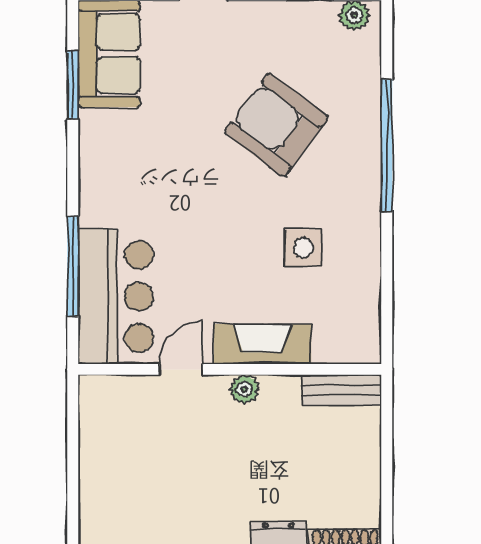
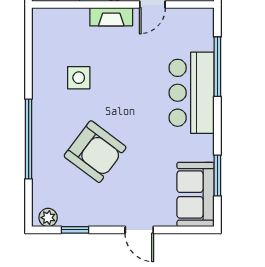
bar counter: (116, 297) -> (192, 93), moved
fireplace: (262, 344) -> (111, 17), width x0.73, depth x0.76

